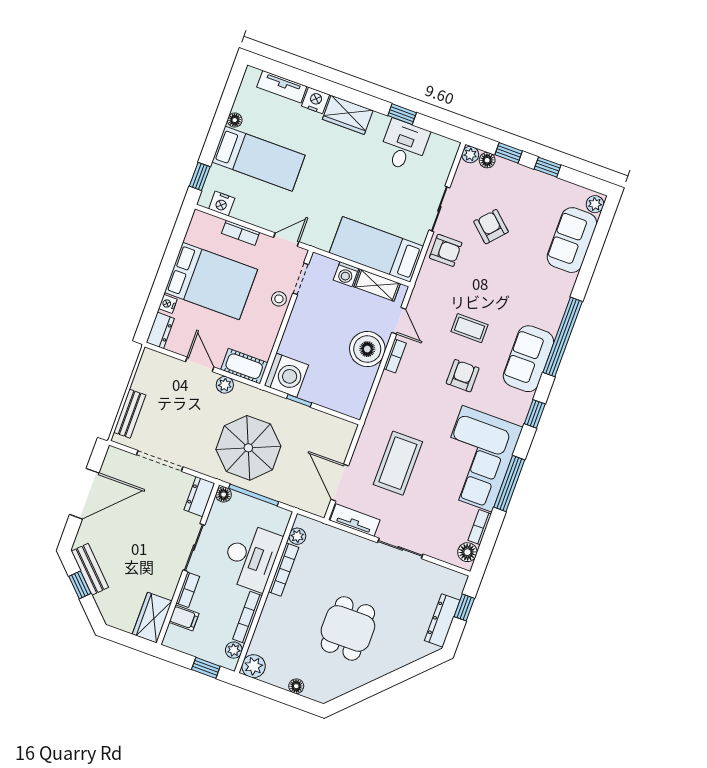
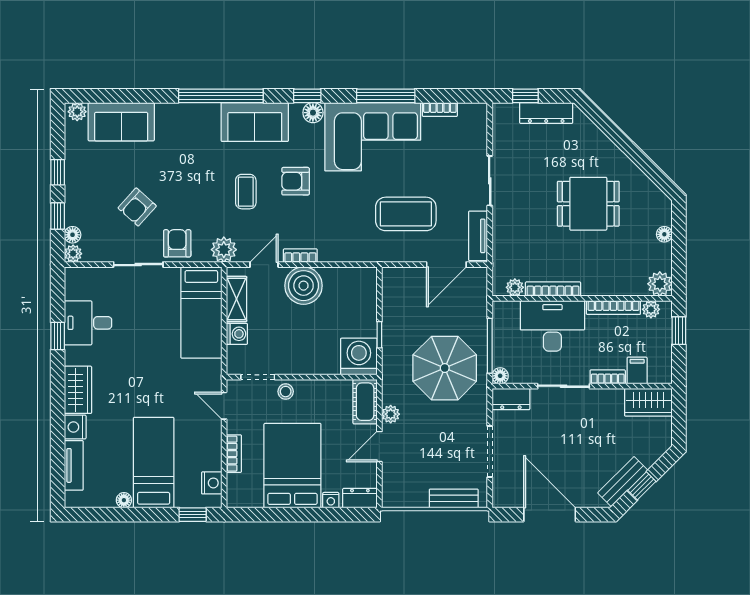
plant: (425, 290) -> (224, 250), added
floor lamp: (467, 552) -> (313, 113), moved

